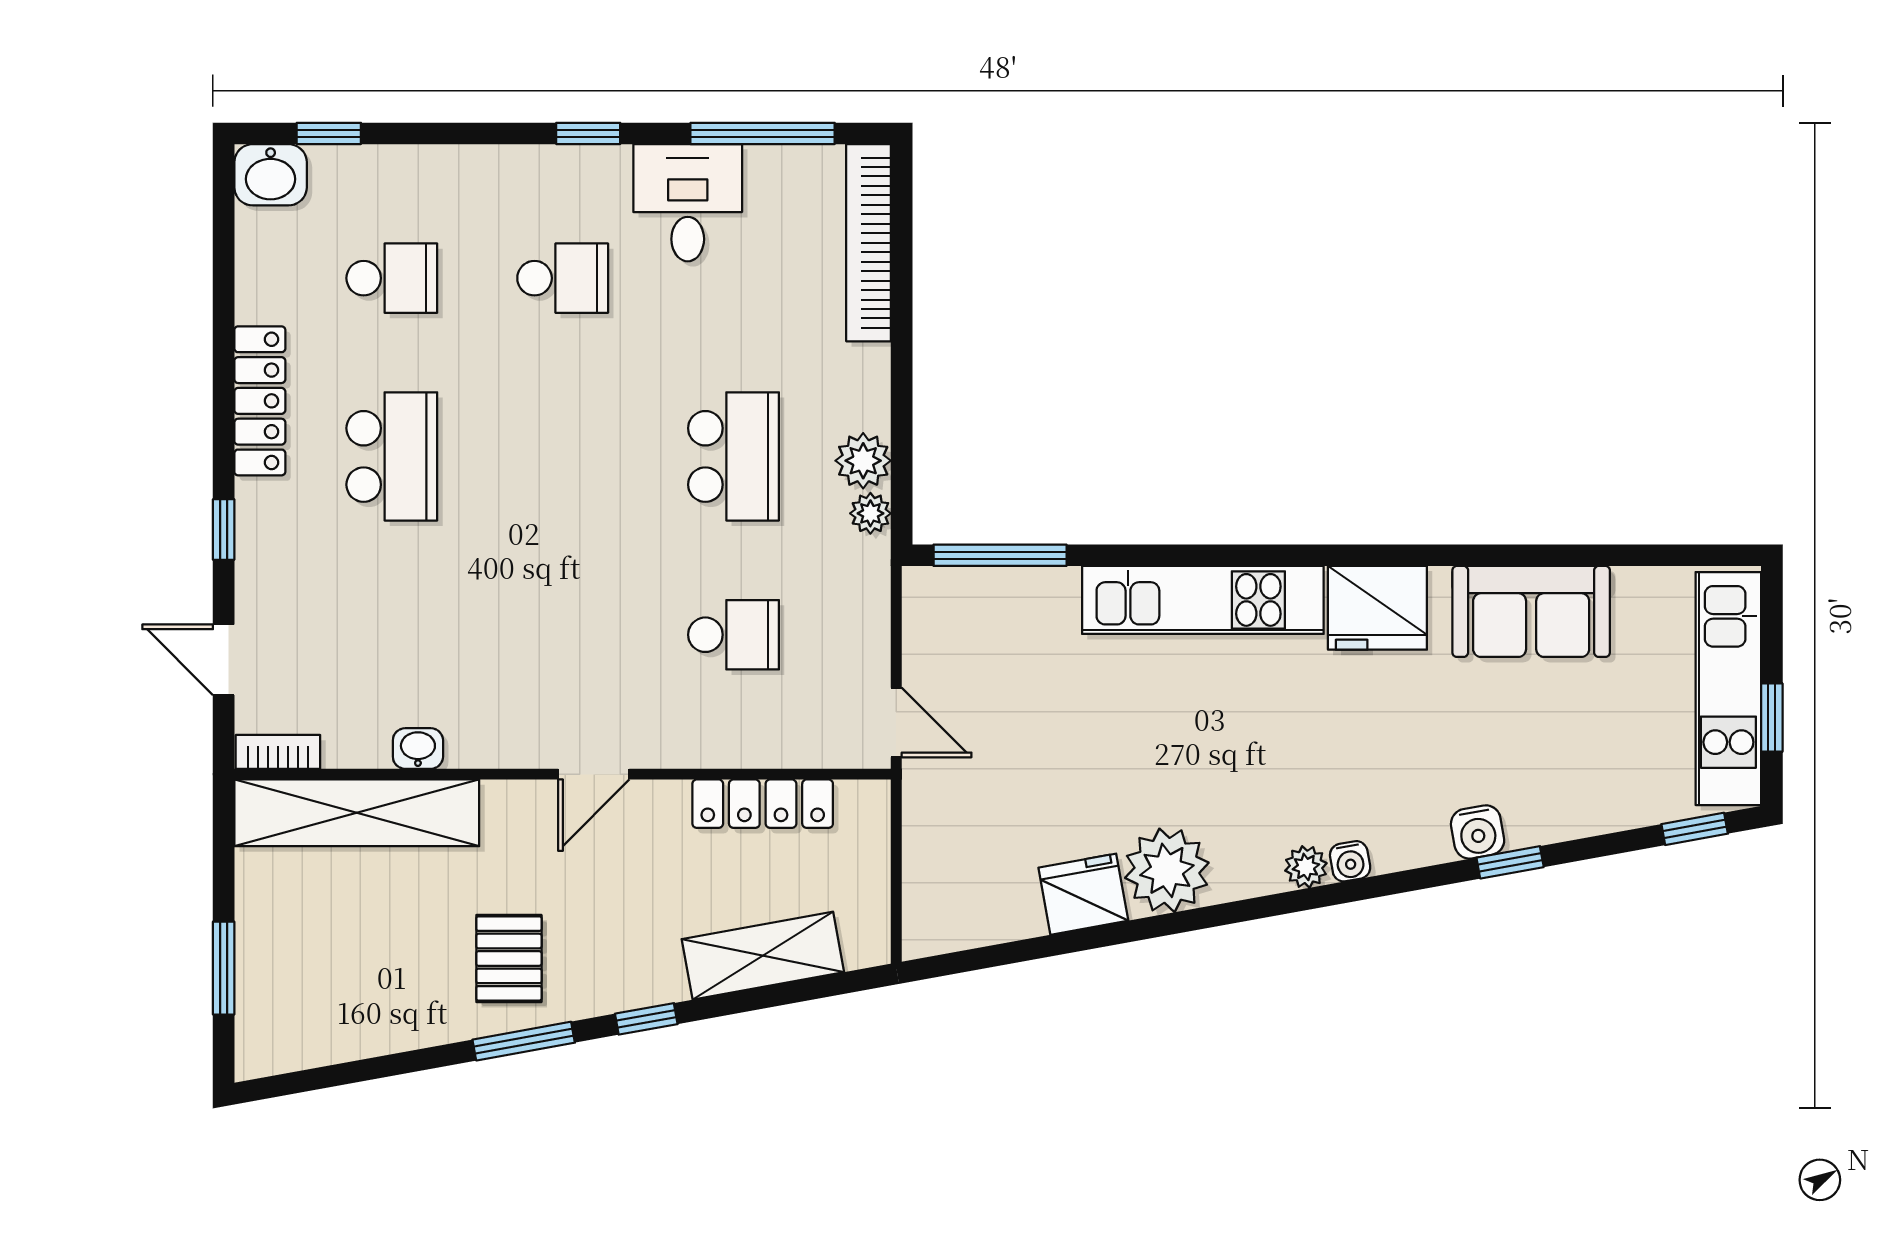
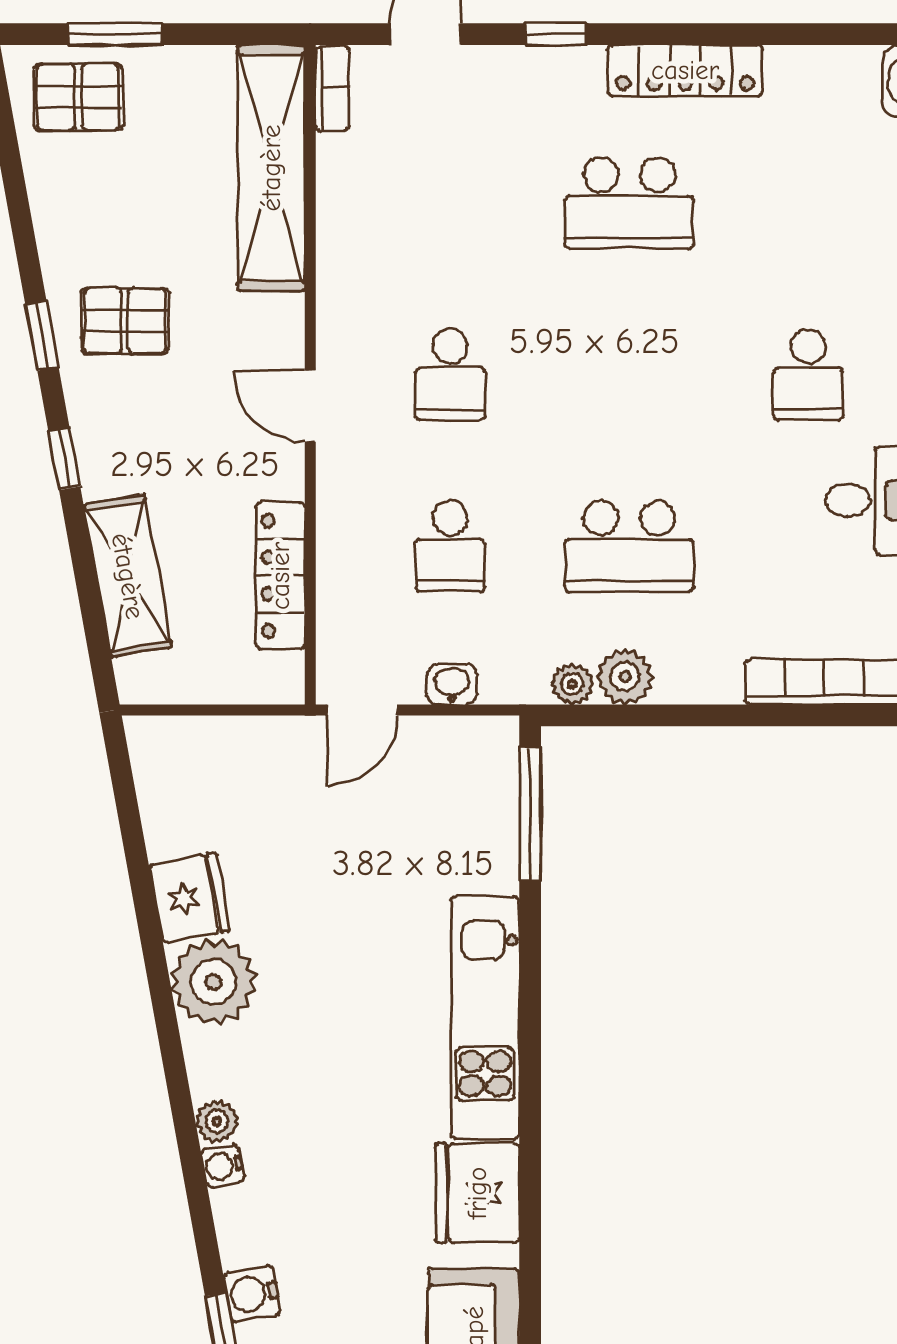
school desk: (392, 278) -> (450, 375), moved
washbasin: (418, 748) -> (452, 684), moved, turned -90
pallet: (287, 1005) -> (78, 97), added
window: (524, 1041) -> (42, 336), width x0.67

